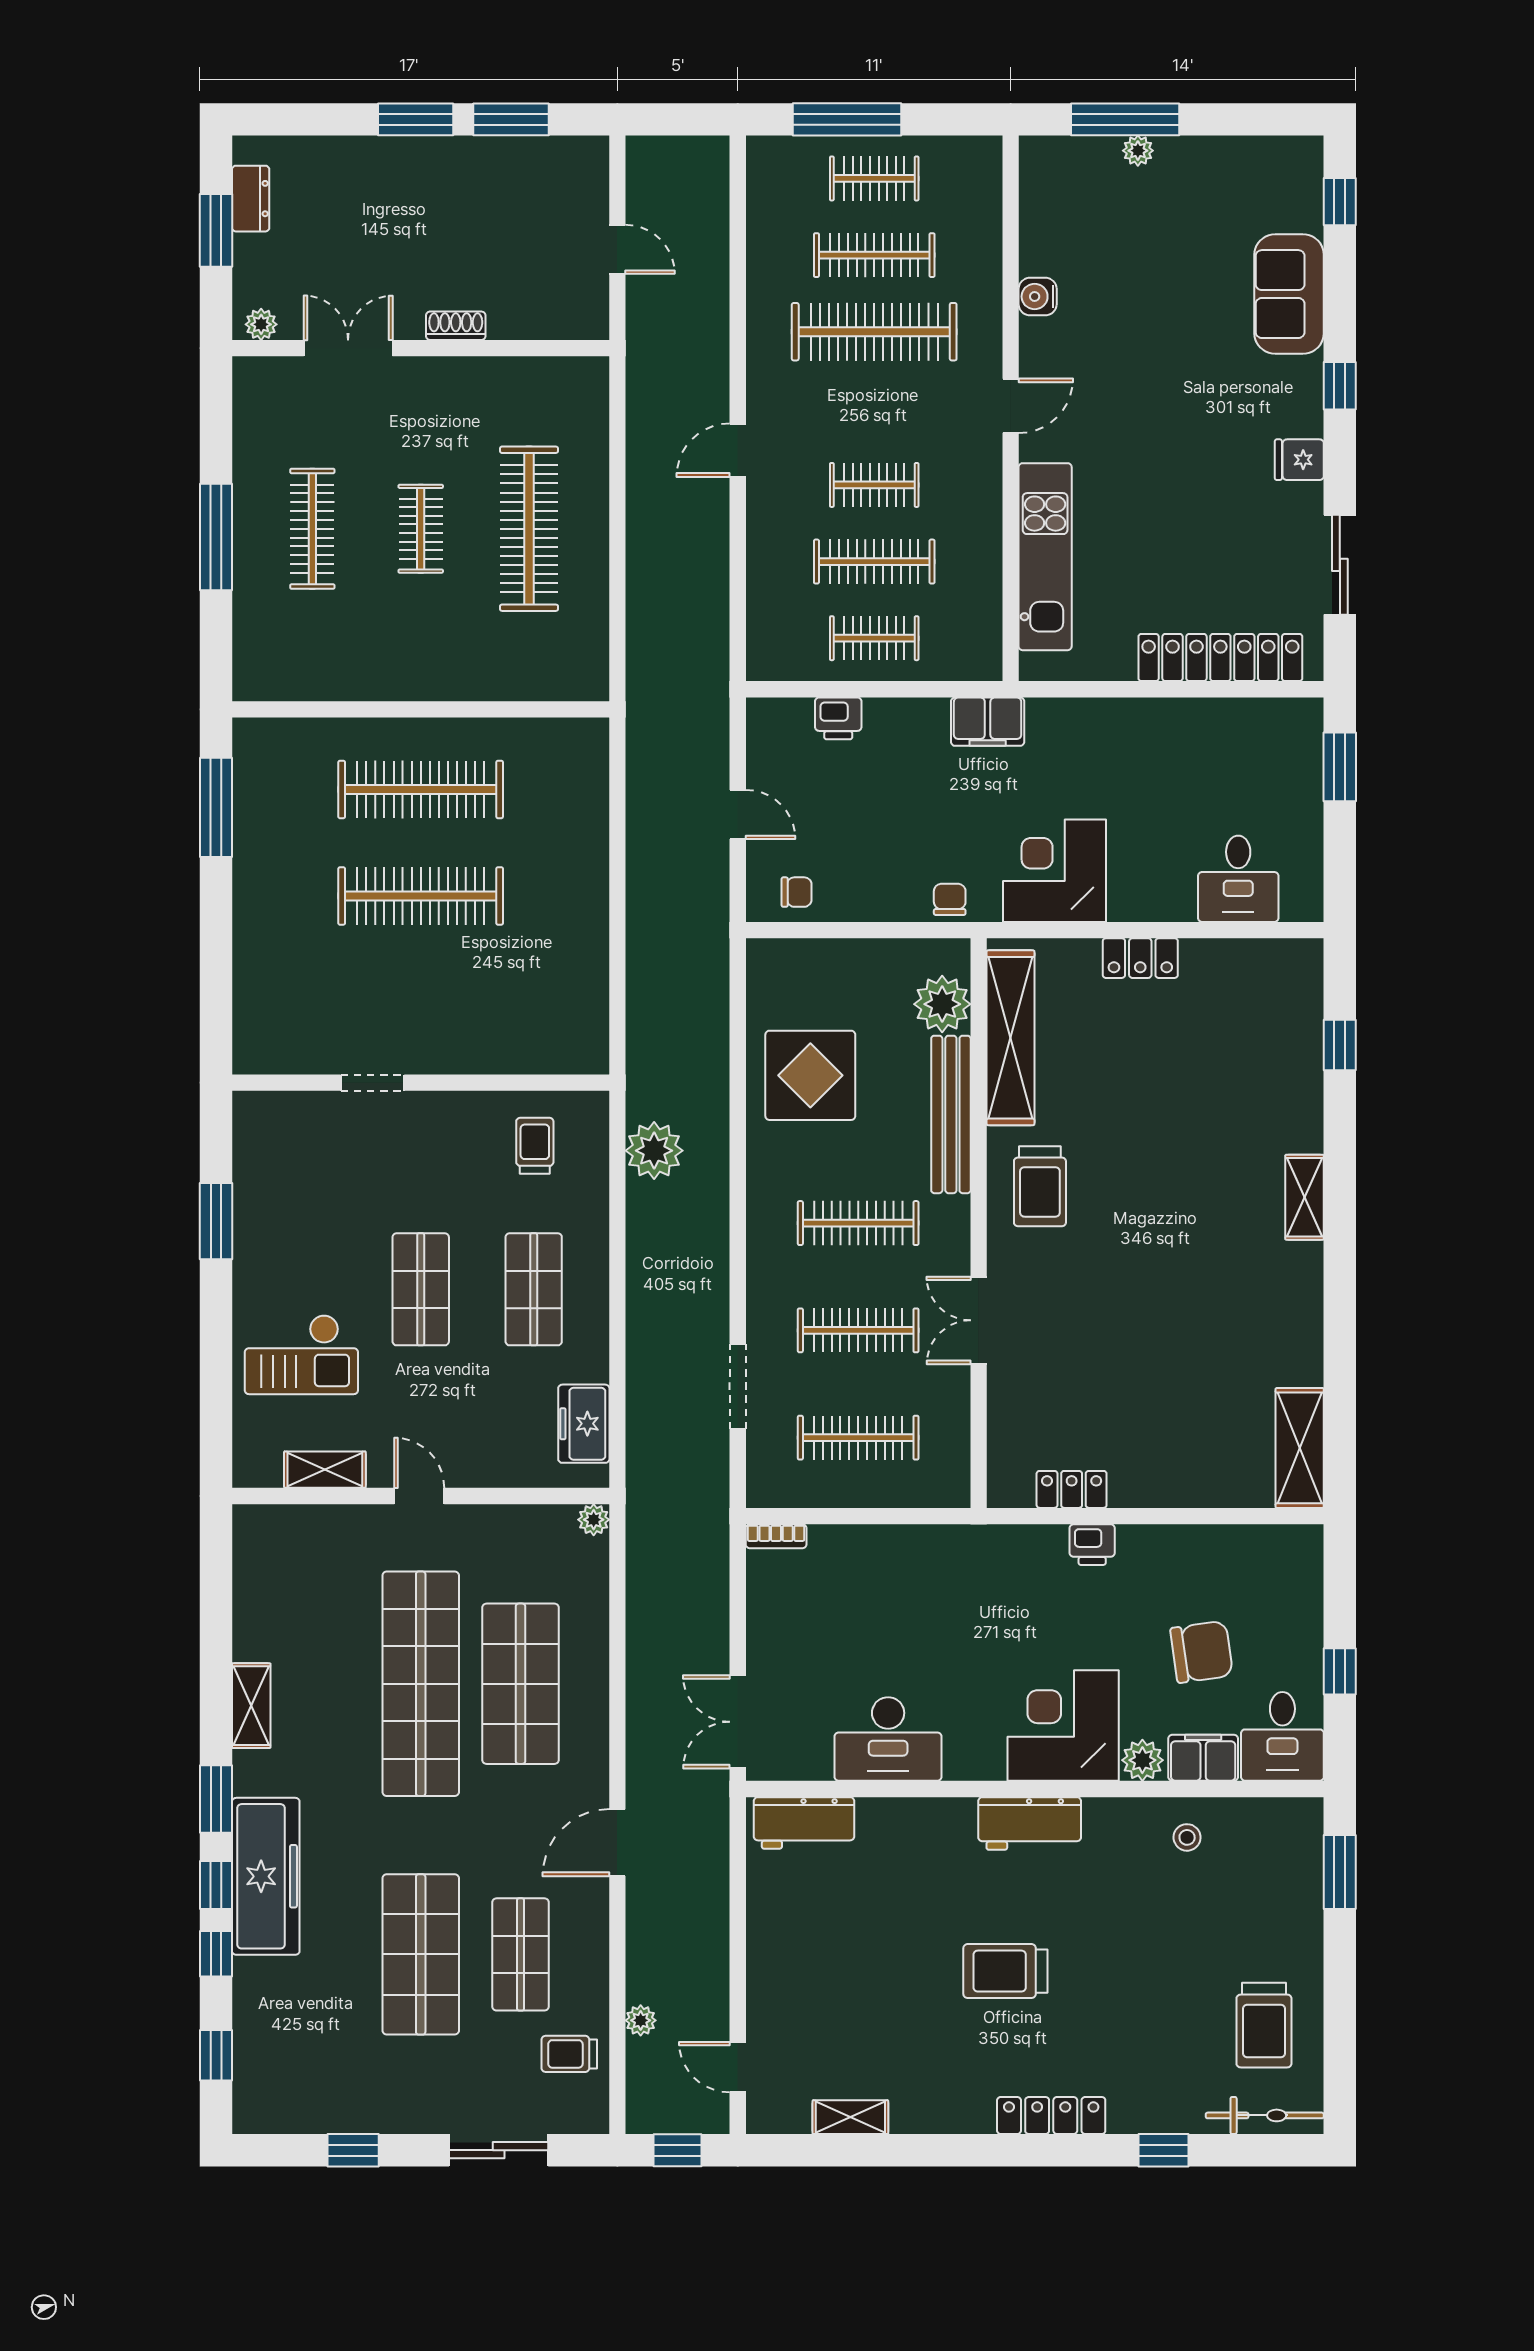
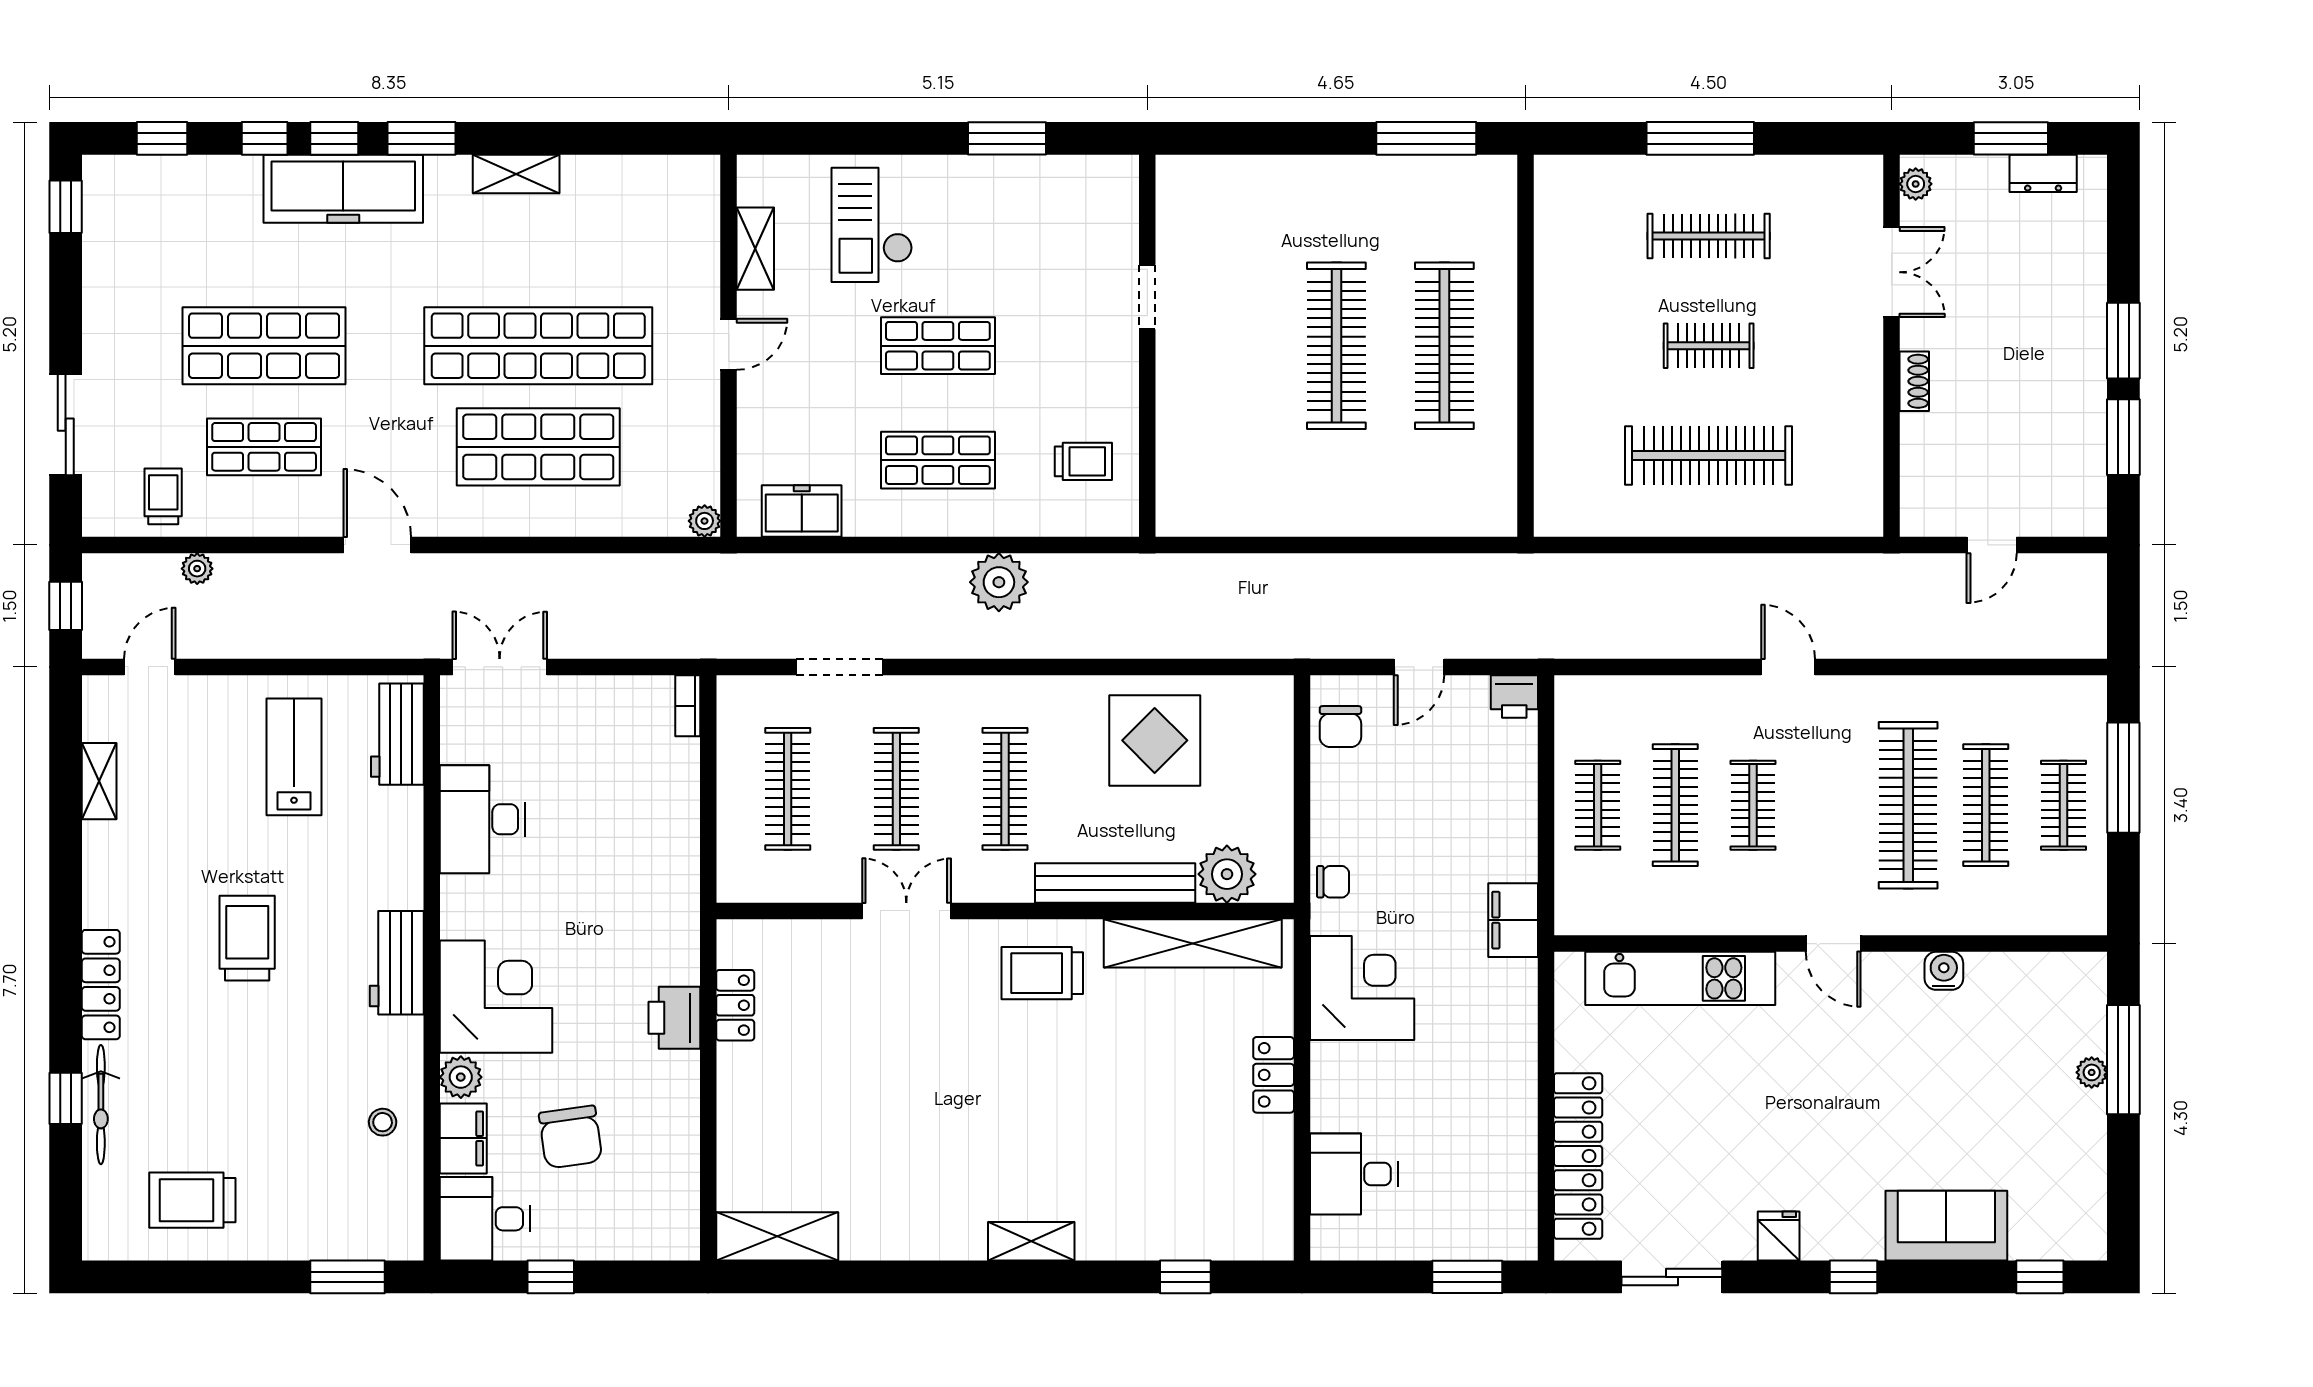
printer: (838, 718) -> (1514, 696), moved, turned -90
chair: (797, 892) -> (1340, 727), width x1.37, depth x1.37
plant: (654, 1151) -> (999, 582), moved
printer: (1092, 1545) -> (674, 1018), width x1.36, depth x1.24
lab bench: (827, 1925) -> (294, 757), added
bicycle: (1265, 2115) -> (101, 1105), moved
window: (353, 2150) -> (66, 207), moved

